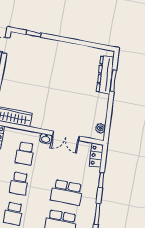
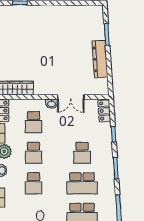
dresser: (105, 75) -> (100, 59), moved
plant: (100, 128) -> (103, 83), removed
school desk: (67, 192) -> (82, 153), width x0.54

